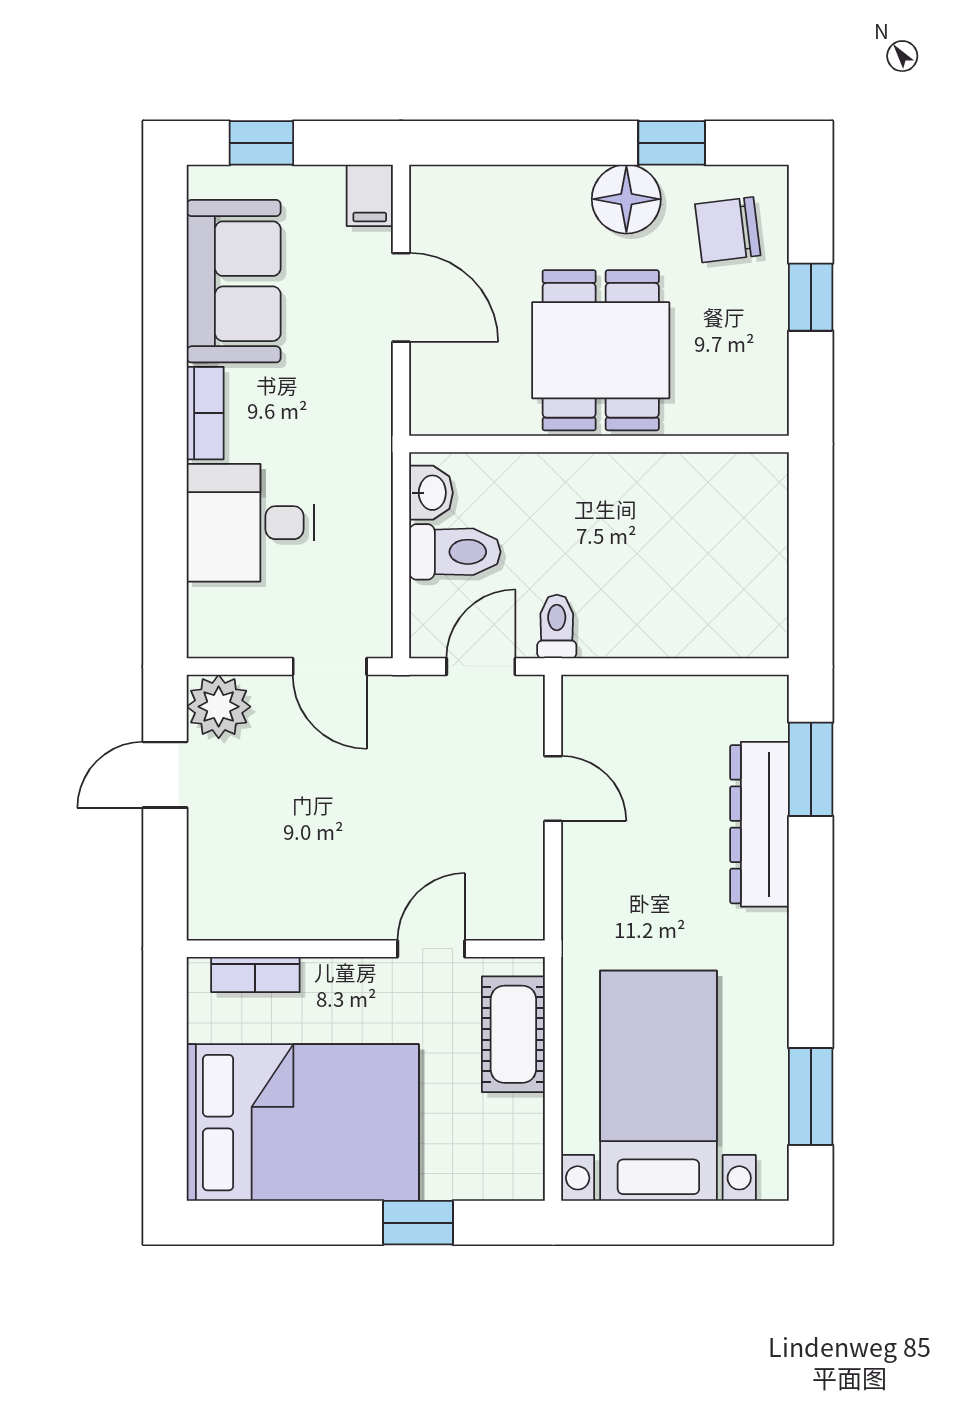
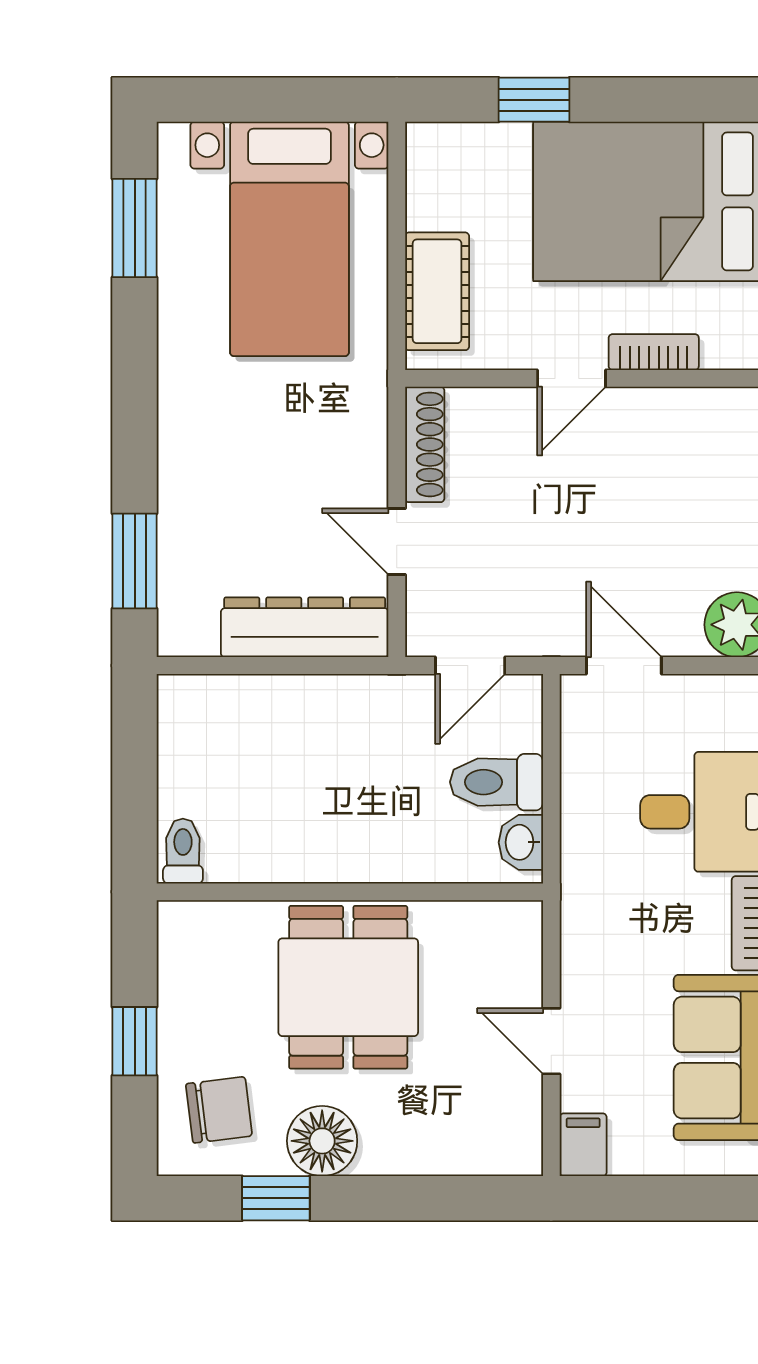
window: (261, 143) -> (693, 1198), removed
door: (401, 297) -> (551, 1041), width x0.73
toilet: (557, 626) -> (183, 851), moved, turned 180
dresser: (760, 824) -> (305, 627), moved, turned -90
shoe rack: (526, 884) -> (425, 444), added
door: (431, 949) -> (572, 378), moved
bookcase: (255, 974) -> (654, 352), moved

